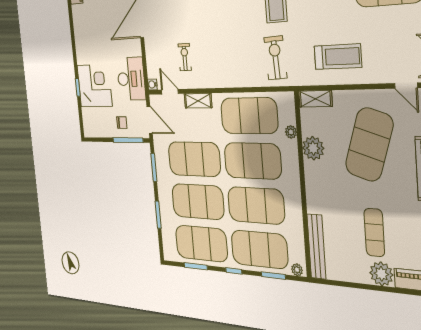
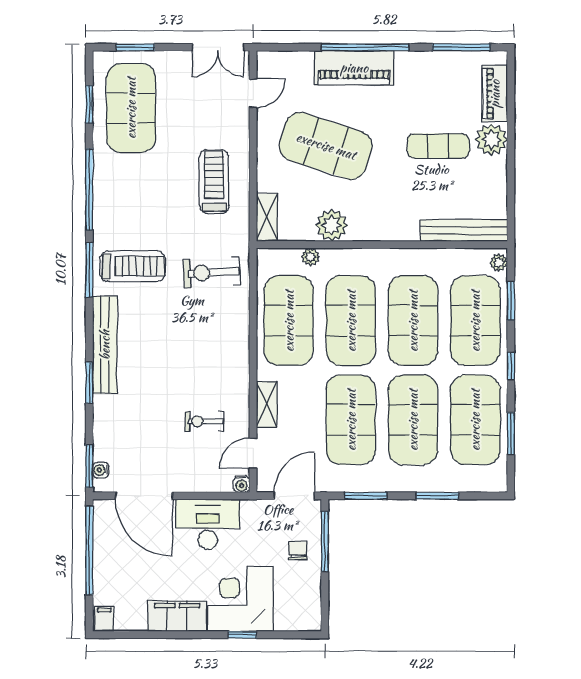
filing cabinet: (82, 45) -> (177, 616), added
desk: (131, 79) -> (208, 524), moved

